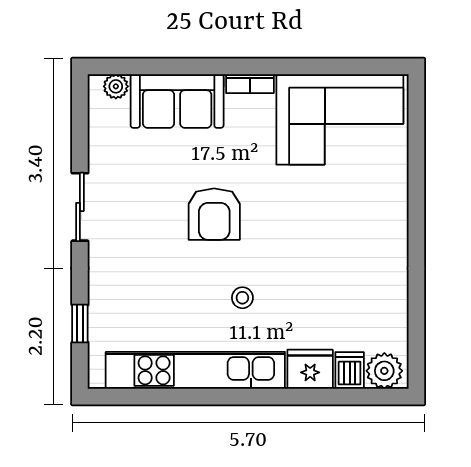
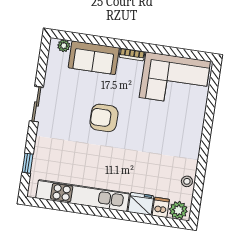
armchair: (214, 214) -> (104, 118), turned 90
stool: (242, 298) -> (187, 181), moved

